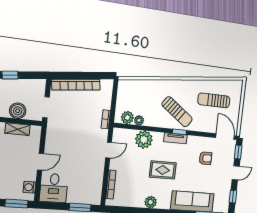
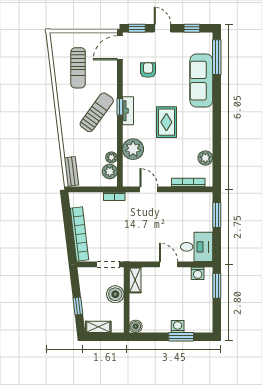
bench: (131, 84) -> (71, 171), added
shelving: (18, 129) -> (135, 280), moved
plant: (151, 202) -> (205, 158), moved

